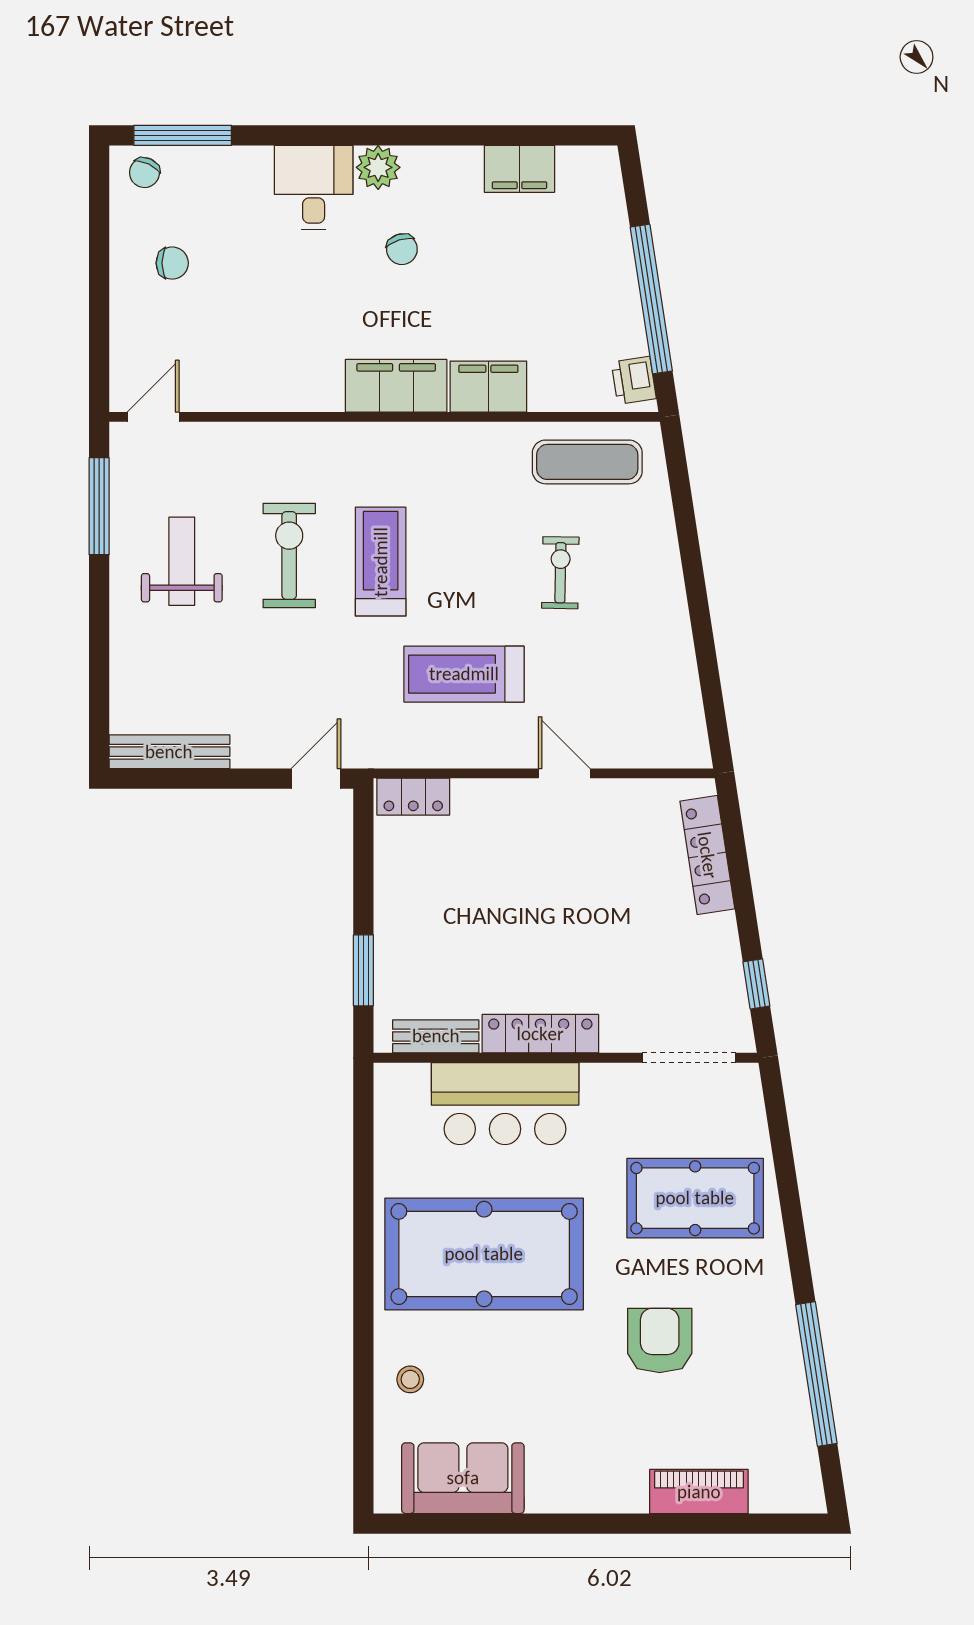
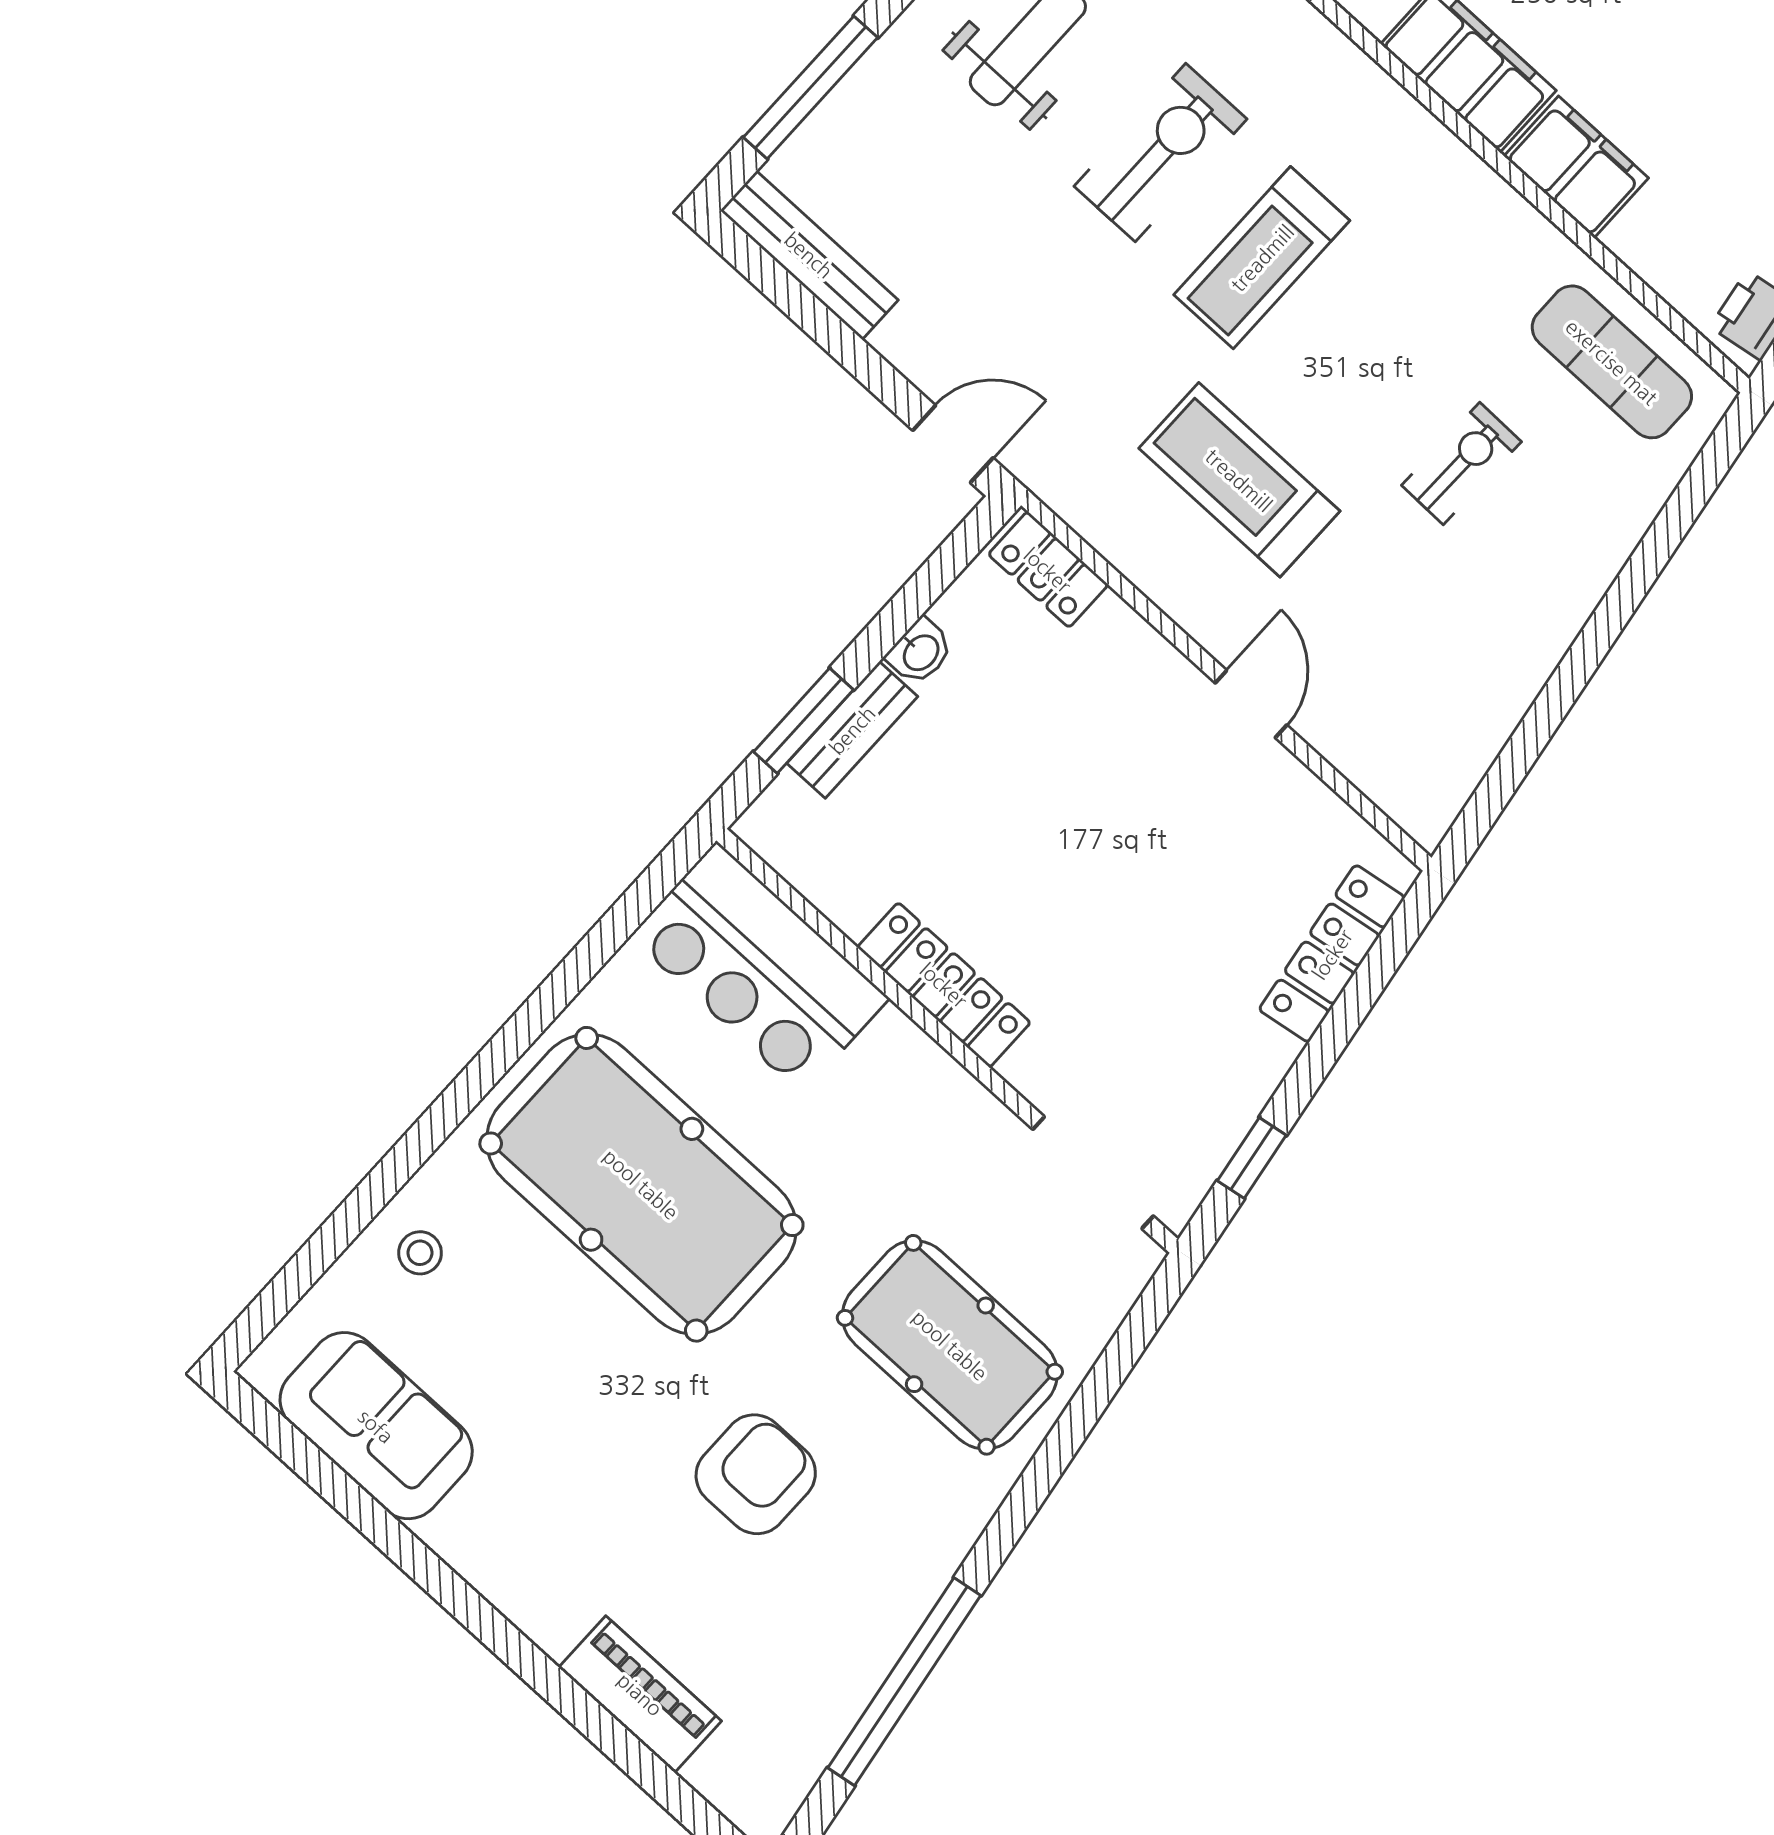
treadmill: (381, 562) -> (1262, 258), turned 180
window: (99, 673) -> (811, 87), added
washbasin: (388, 889) -> (920, 652), added
bench: (436, 1036) -> (852, 730), moved, turned 90
bar counter: (505, 1104) -> (759, 968), moved

